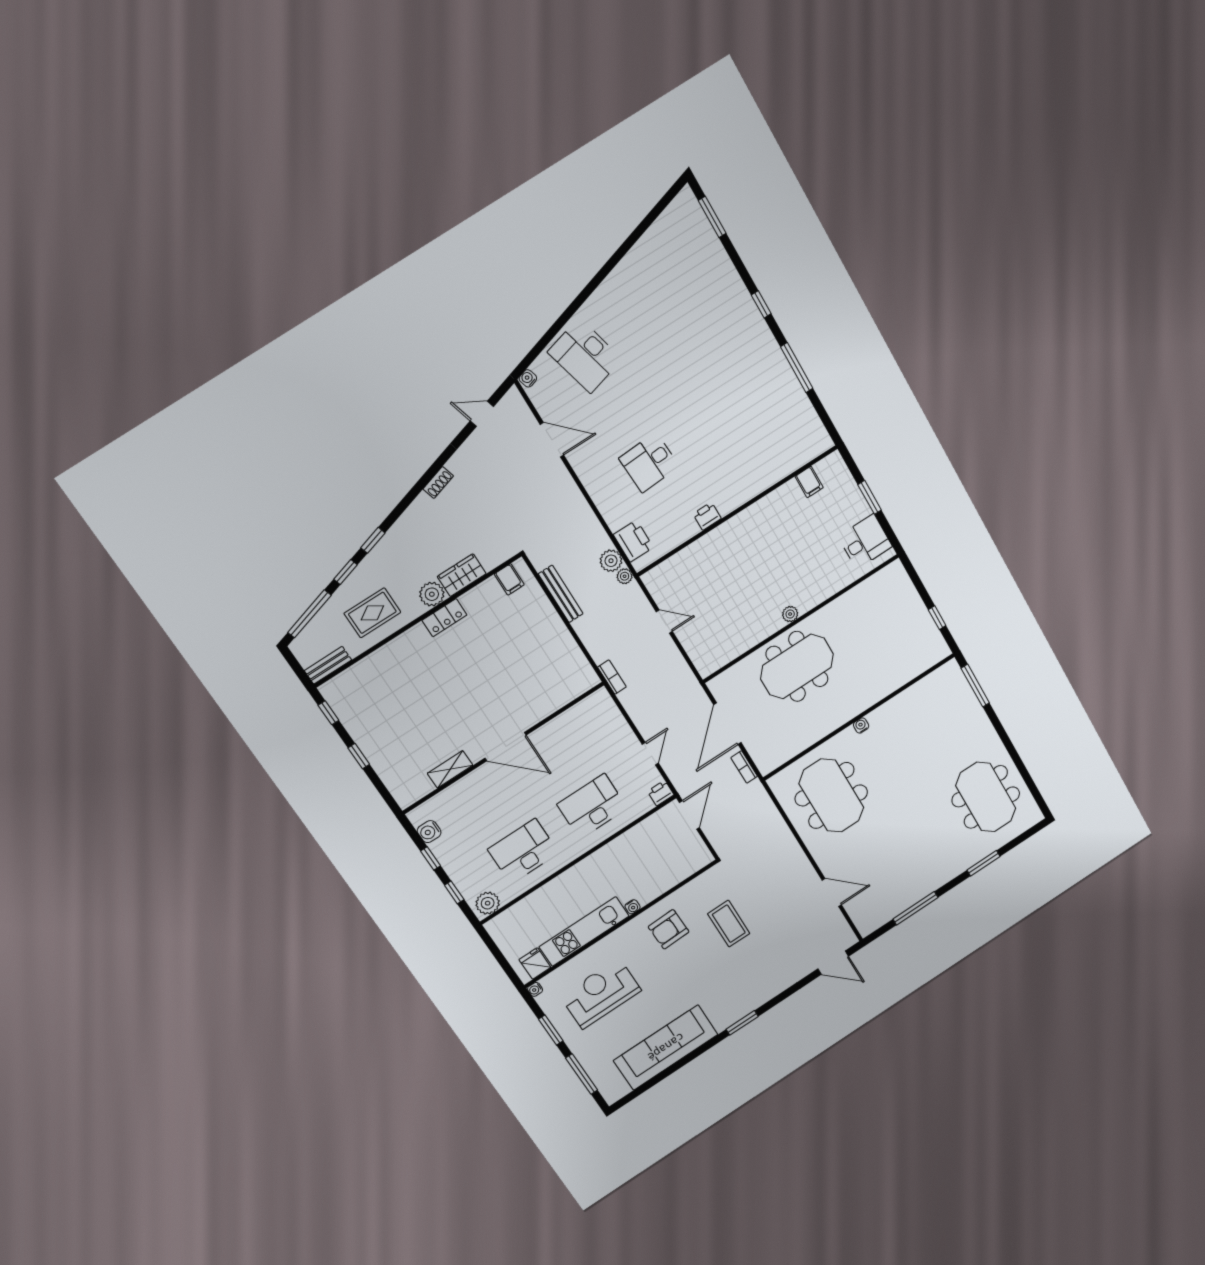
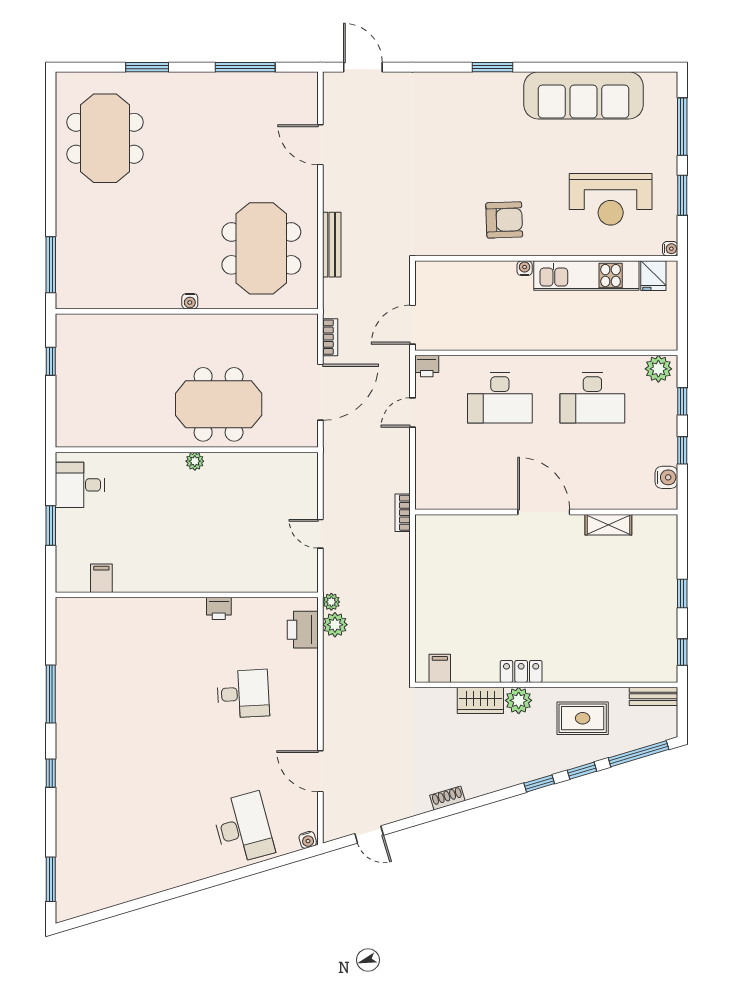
bench: (561, 594) -> (332, 245), moved
coffee table: (729, 924) -> (442, 184), removed

